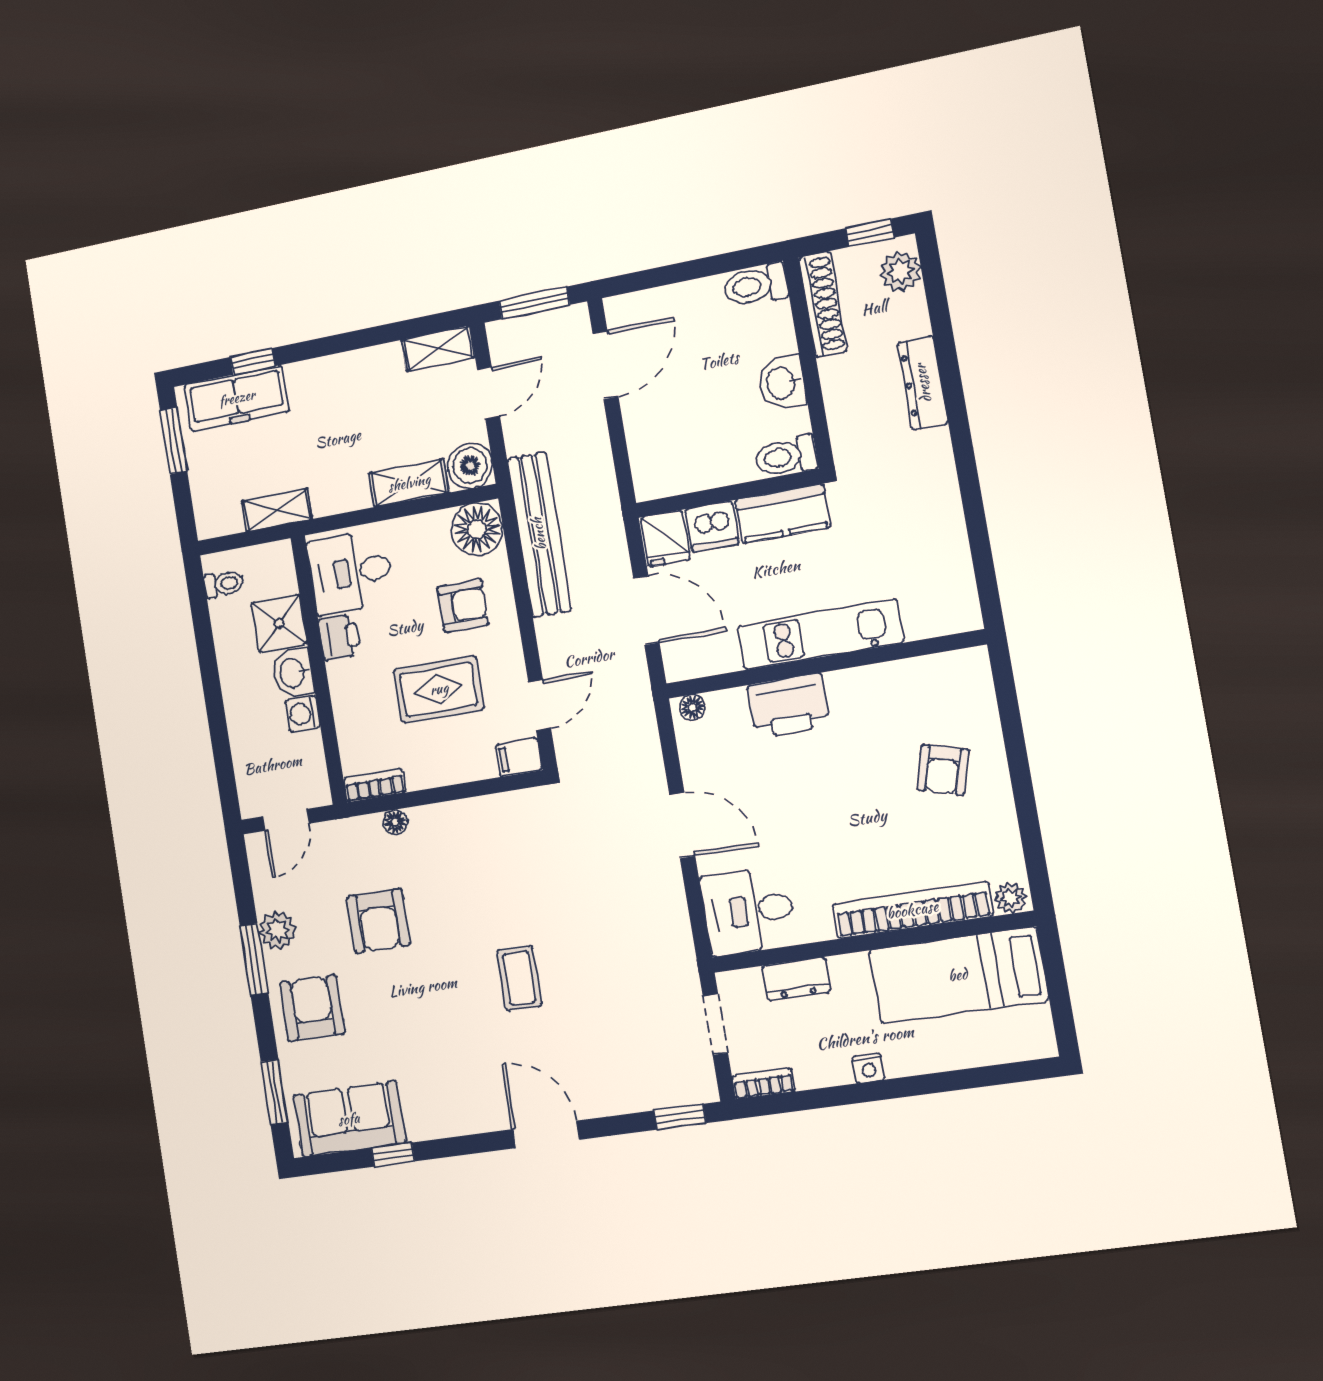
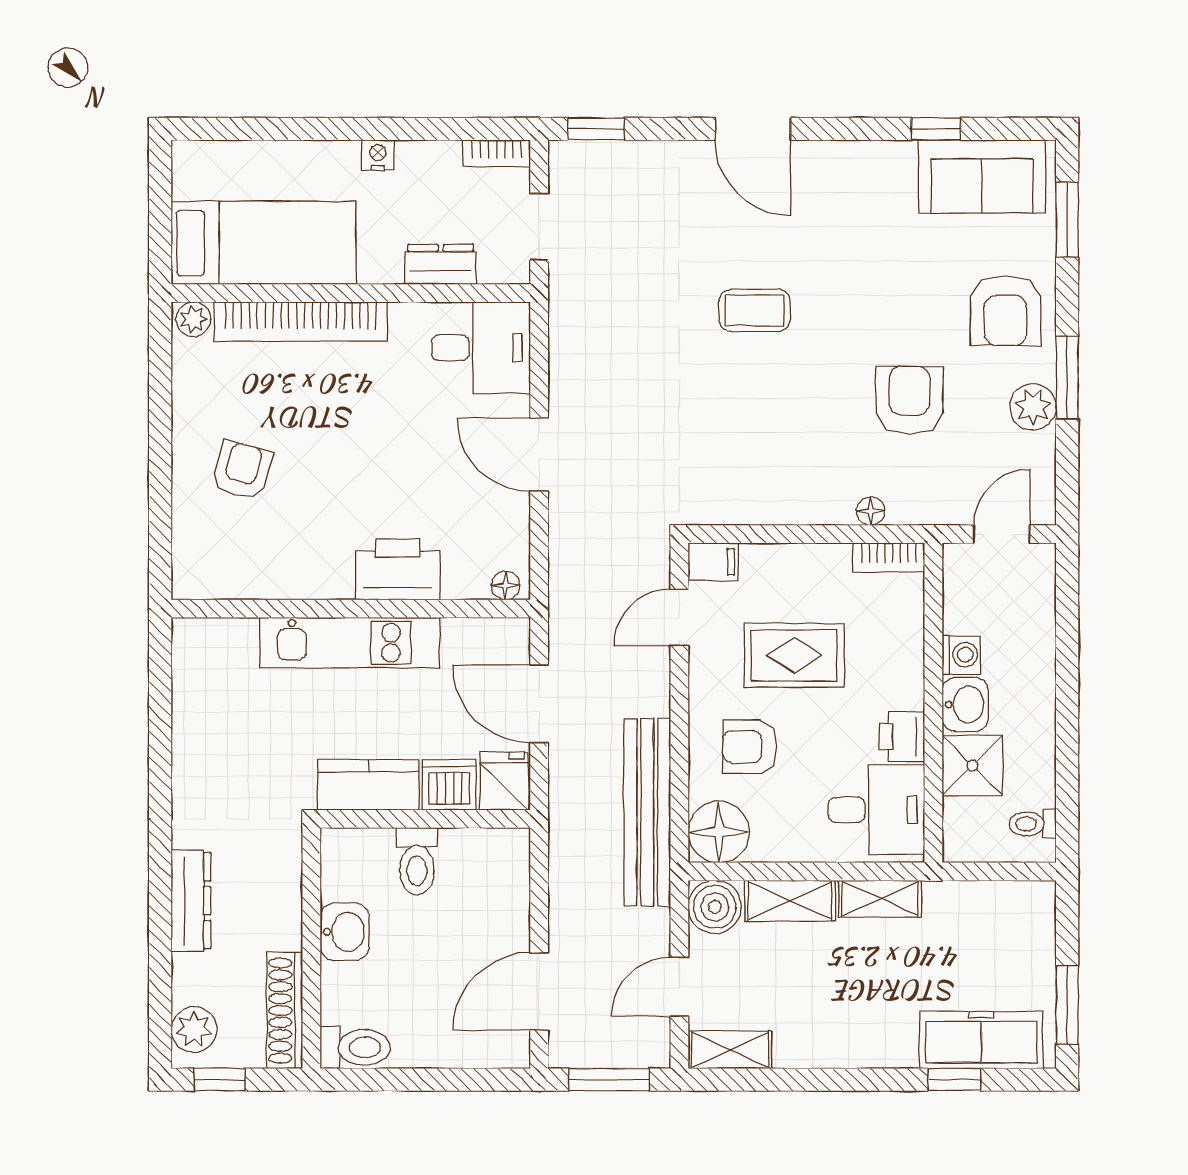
toilet: (786, 456) -> (417, 861), moved, turned 90
shelving: (277, 510) -> (880, 899), moved
coffee table: (519, 978) -> (755, 310), turned 90

